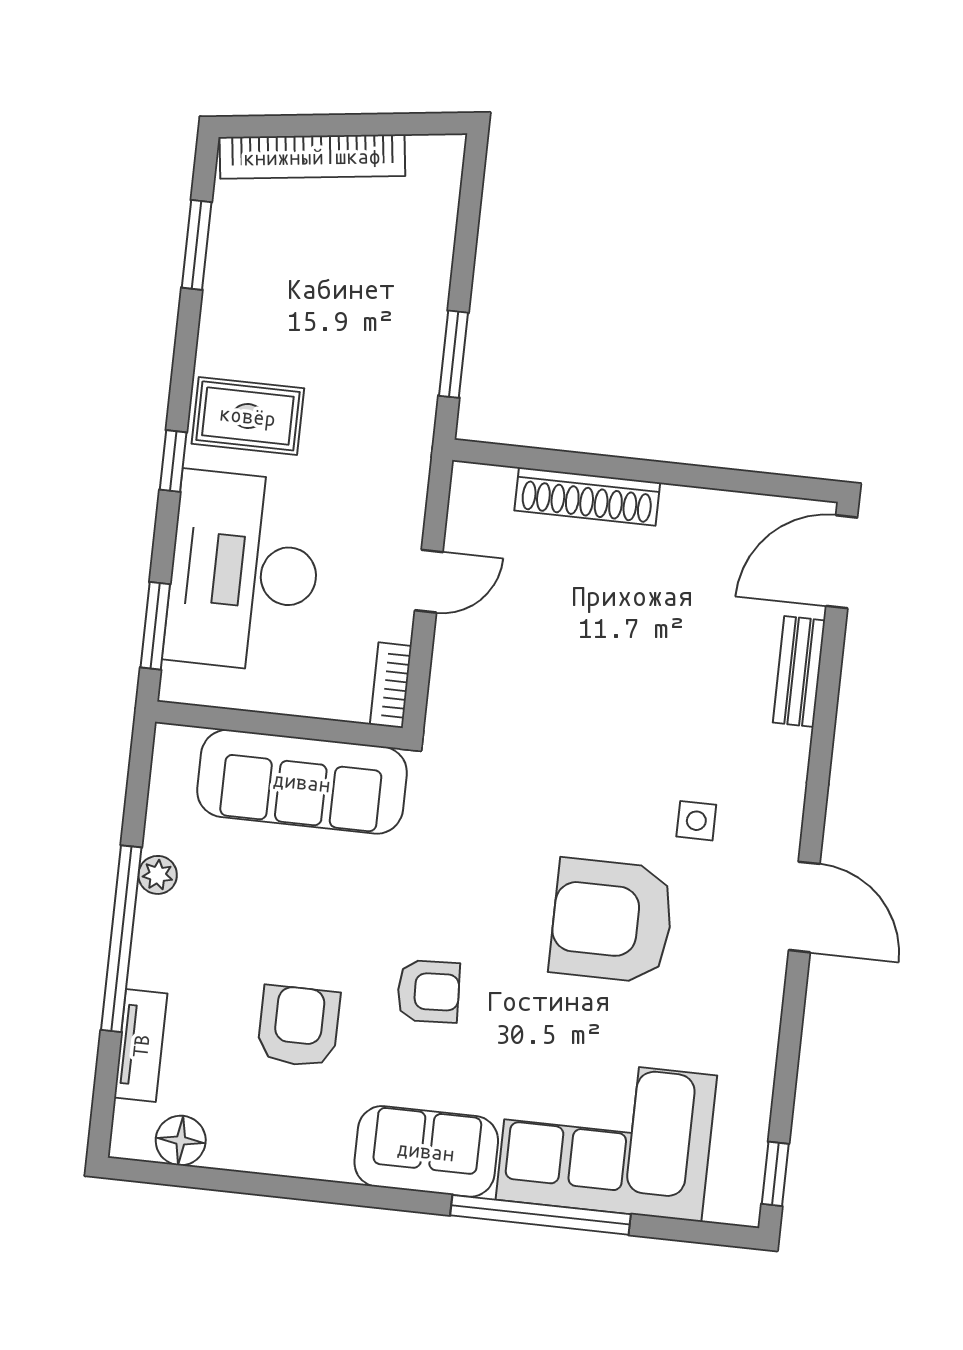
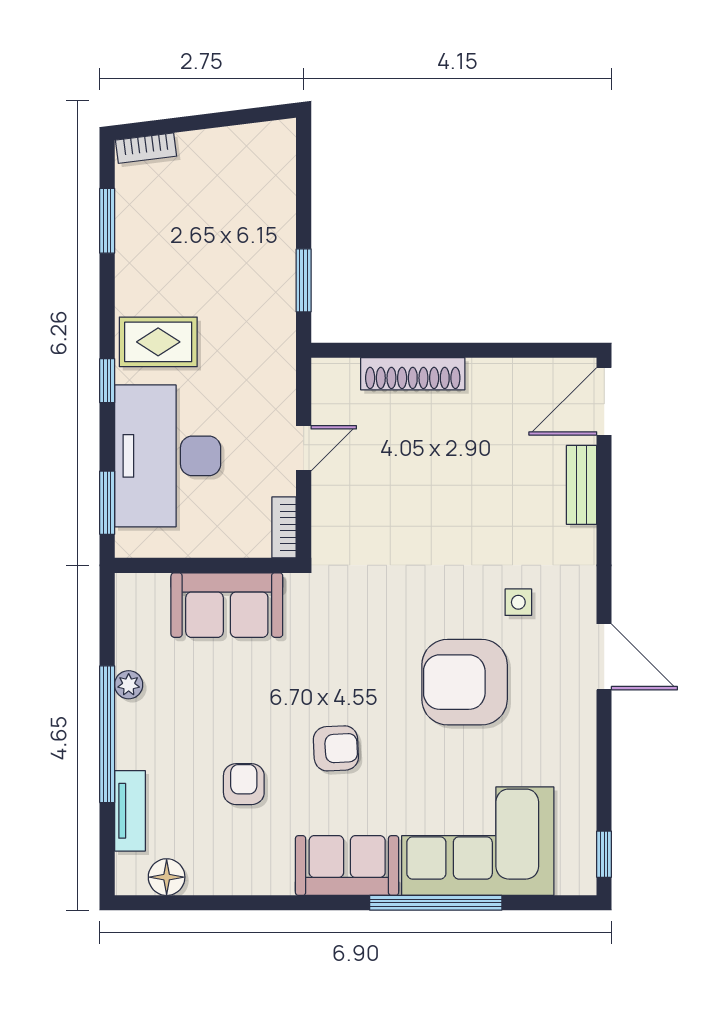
bookcase: (312, 157) -> (146, 148), width x0.43, depth x0.76
sofa: (302, 782) -> (227, 605), width x0.73
armchair: (299, 1026) -> (244, 784), width x0.72, depth x0.72

